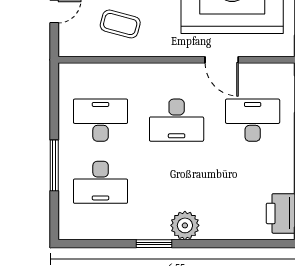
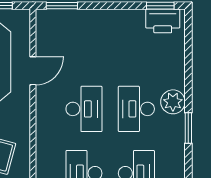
desk: (253, 120) -> (136, 109), moved

